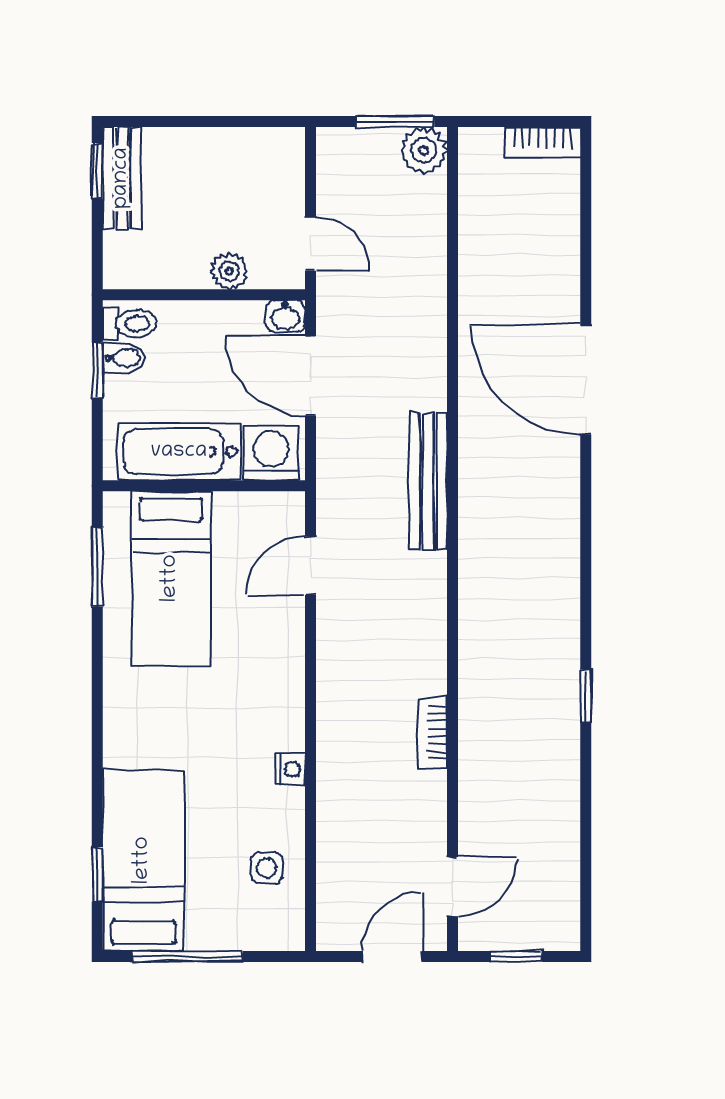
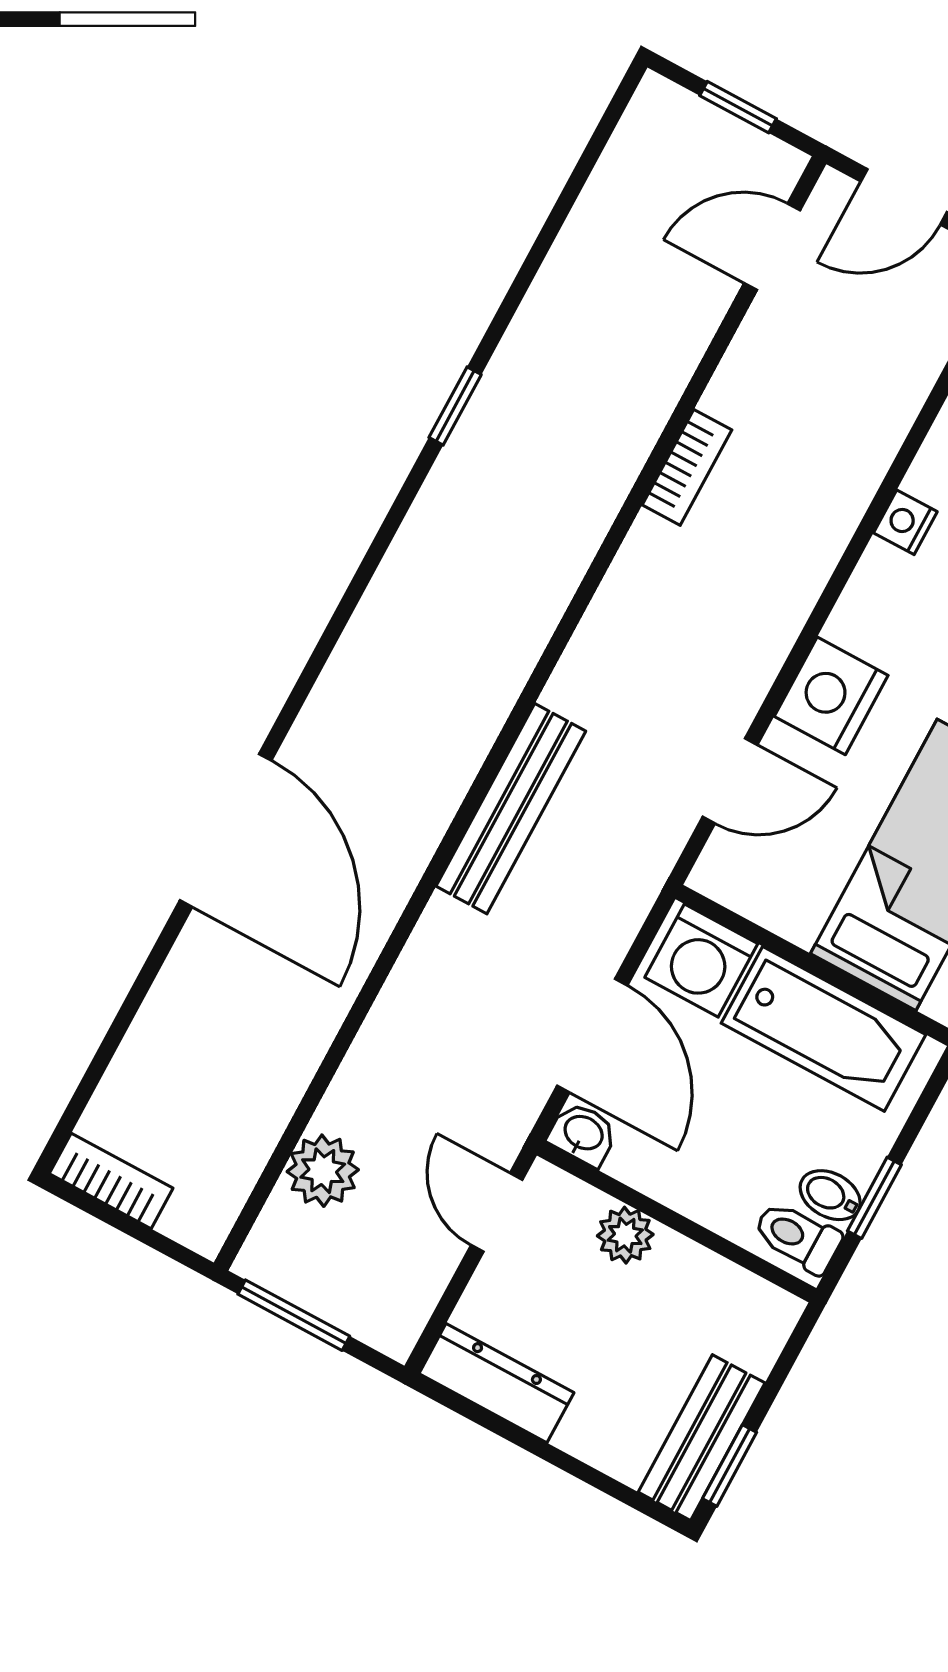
dresser: (257, 146) -> (496, 1383), added
plant: (424, 150) -> (323, 1171), moved
nightstand: (279, 646) -> (831, 696), added

